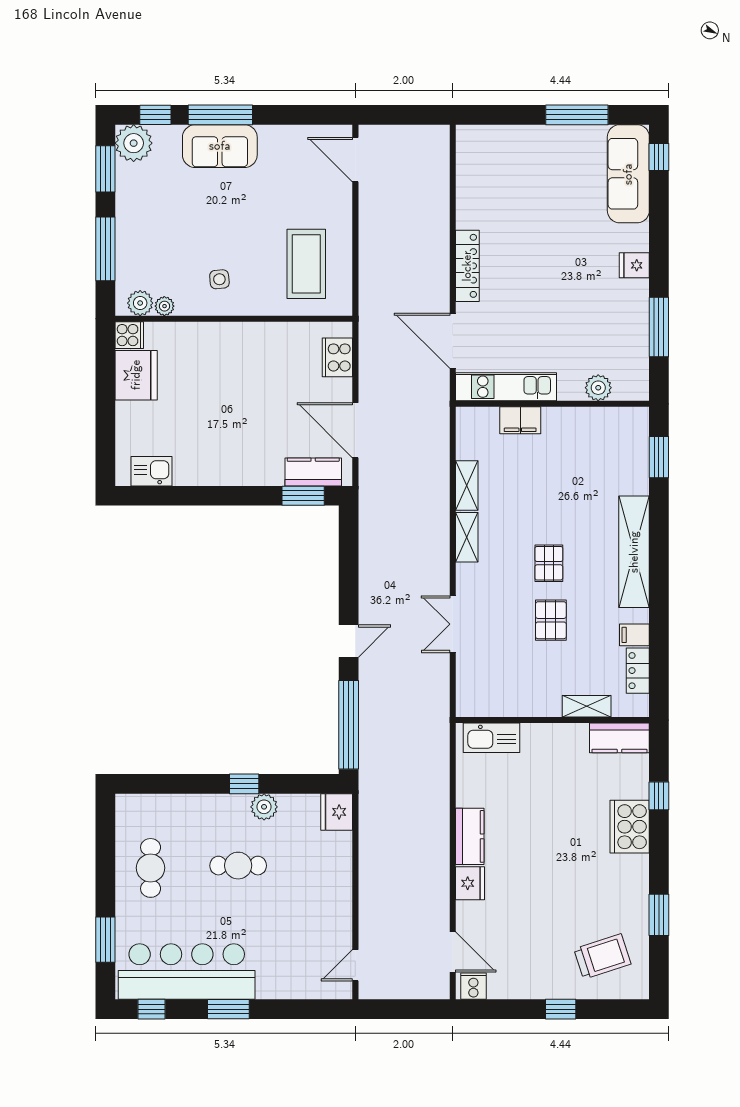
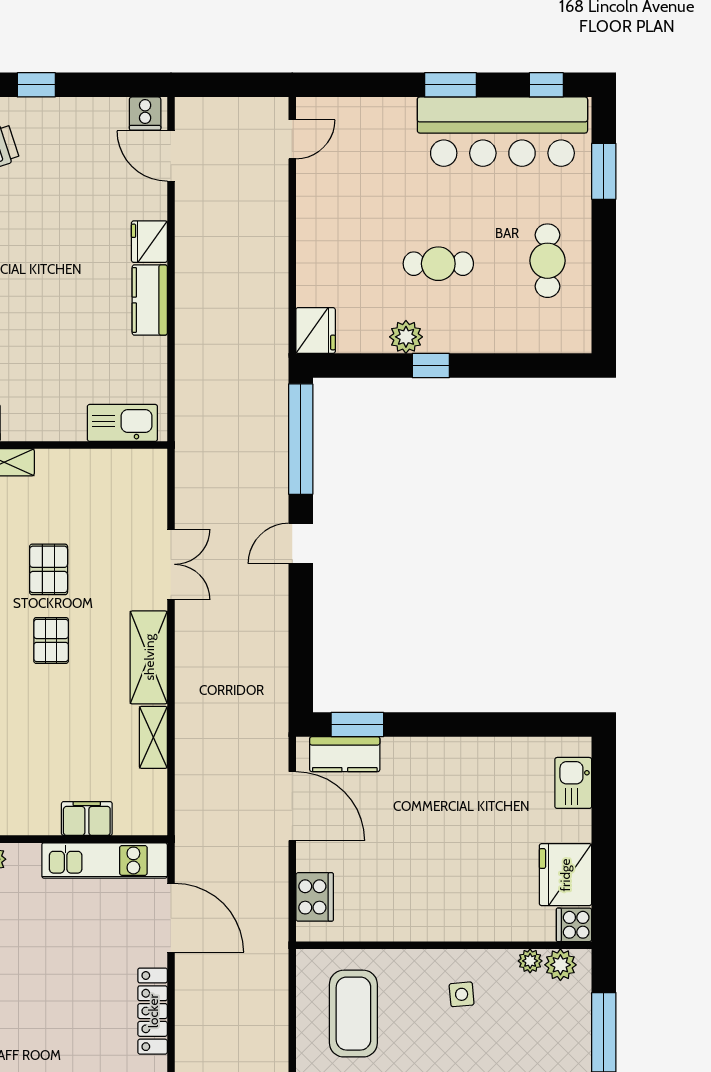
kitchen sink: (151, 471) -> (573, 783), moved, turned 90
shelving: (467, 537) -> (149, 657), width x1.50, depth x1.33

